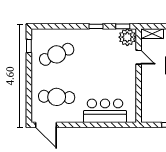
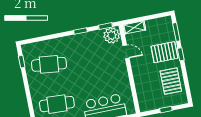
cafe table: (57, 54) -> (49, 64), turned 30

